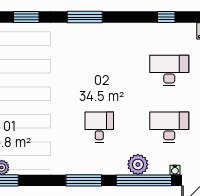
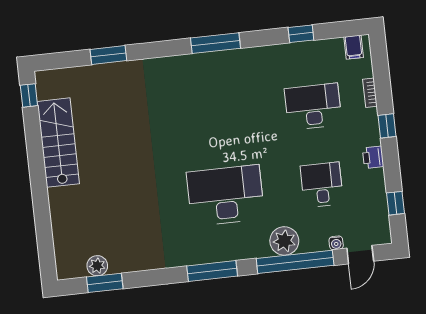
window: (85, 17) -> (216, 43), moved
desk: (99, 127) -> (225, 195), width x1.87, depth x1.30
desk: (169, 127) -> (322, 185), width x0.73

